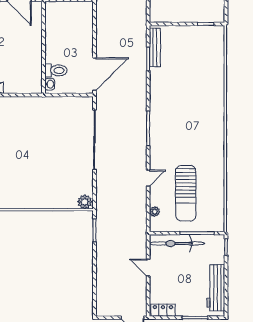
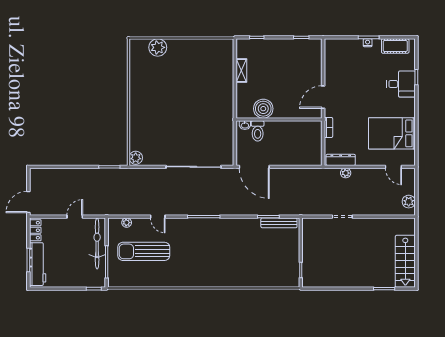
boiler: (32, 64) -> (263, 109), added
workbench: (216, 288) -> (38, 264), moved, turned 90

